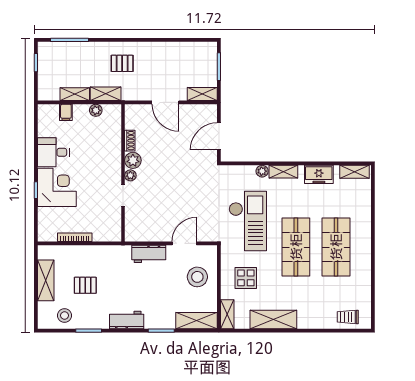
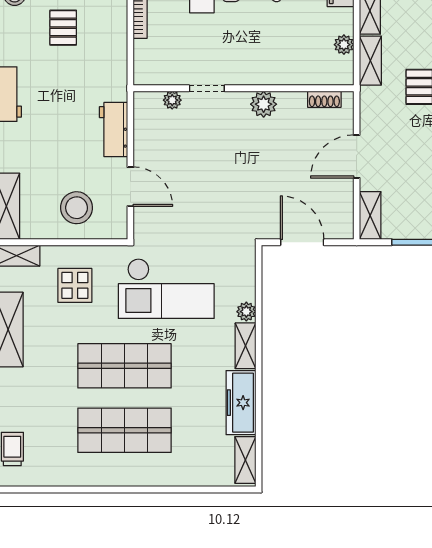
shoe rack: (130, 141) -> (324, 99), moved
freezer: (319, 174) -> (241, 403), width x1.40
plant: (130, 175) -> (172, 100), moved

